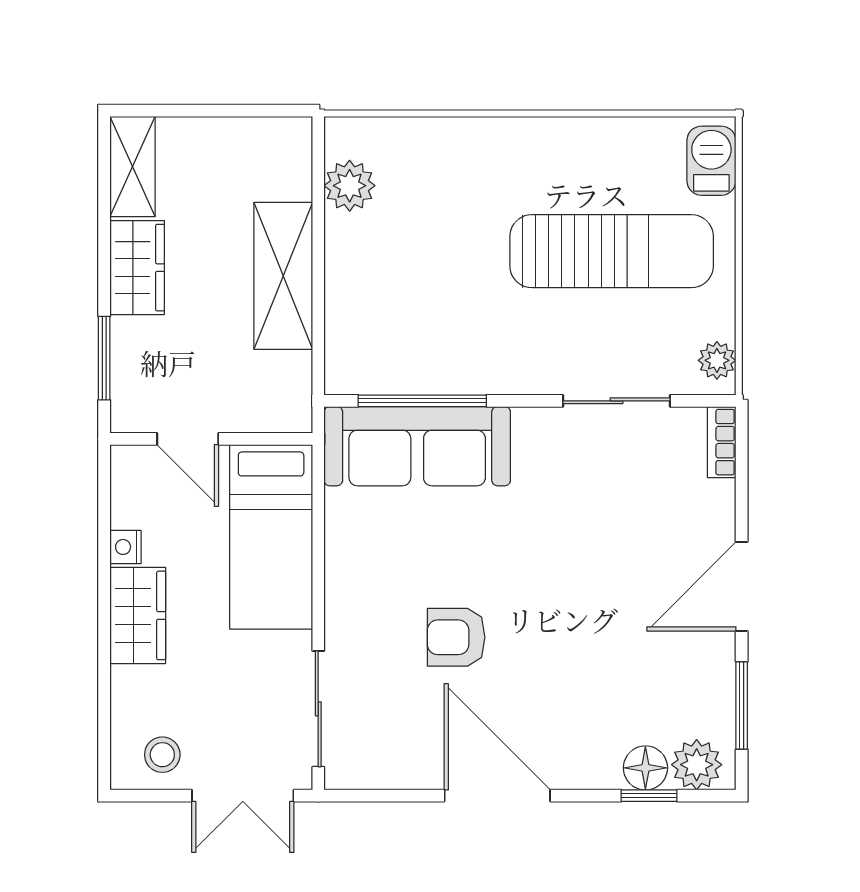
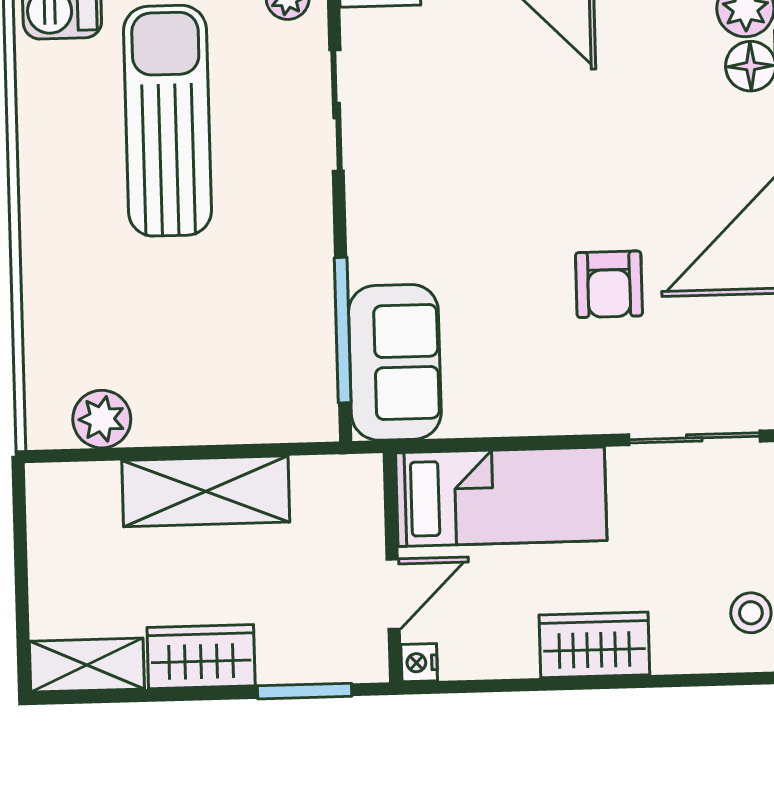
sofa: (417, 446) -> (395, 362), width x0.73
nightstand: (126, 547) -> (419, 663), moved, turned 90

